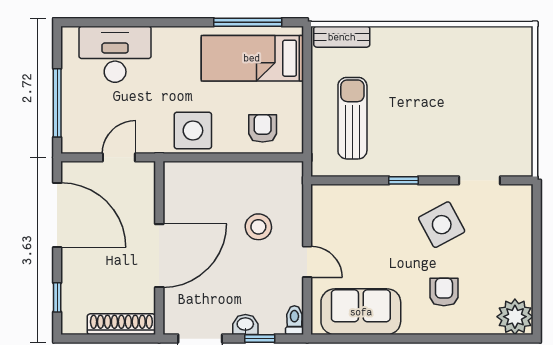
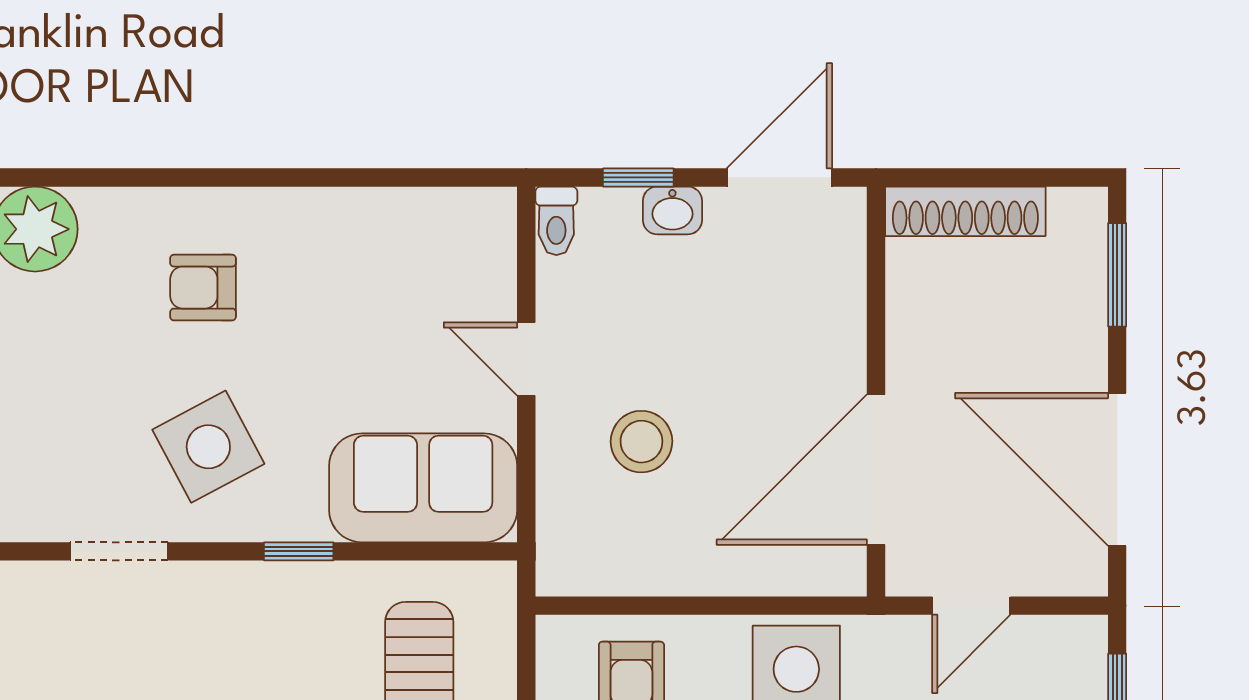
door: (159, 256) -> (876, 470), moved
armchair: (444, 292) -> (203, 288), turned 90
window: (57, 297) -> (1117, 275), width x1.50
sofa: (361, 312) -> (423, 488), moved, turned 180

